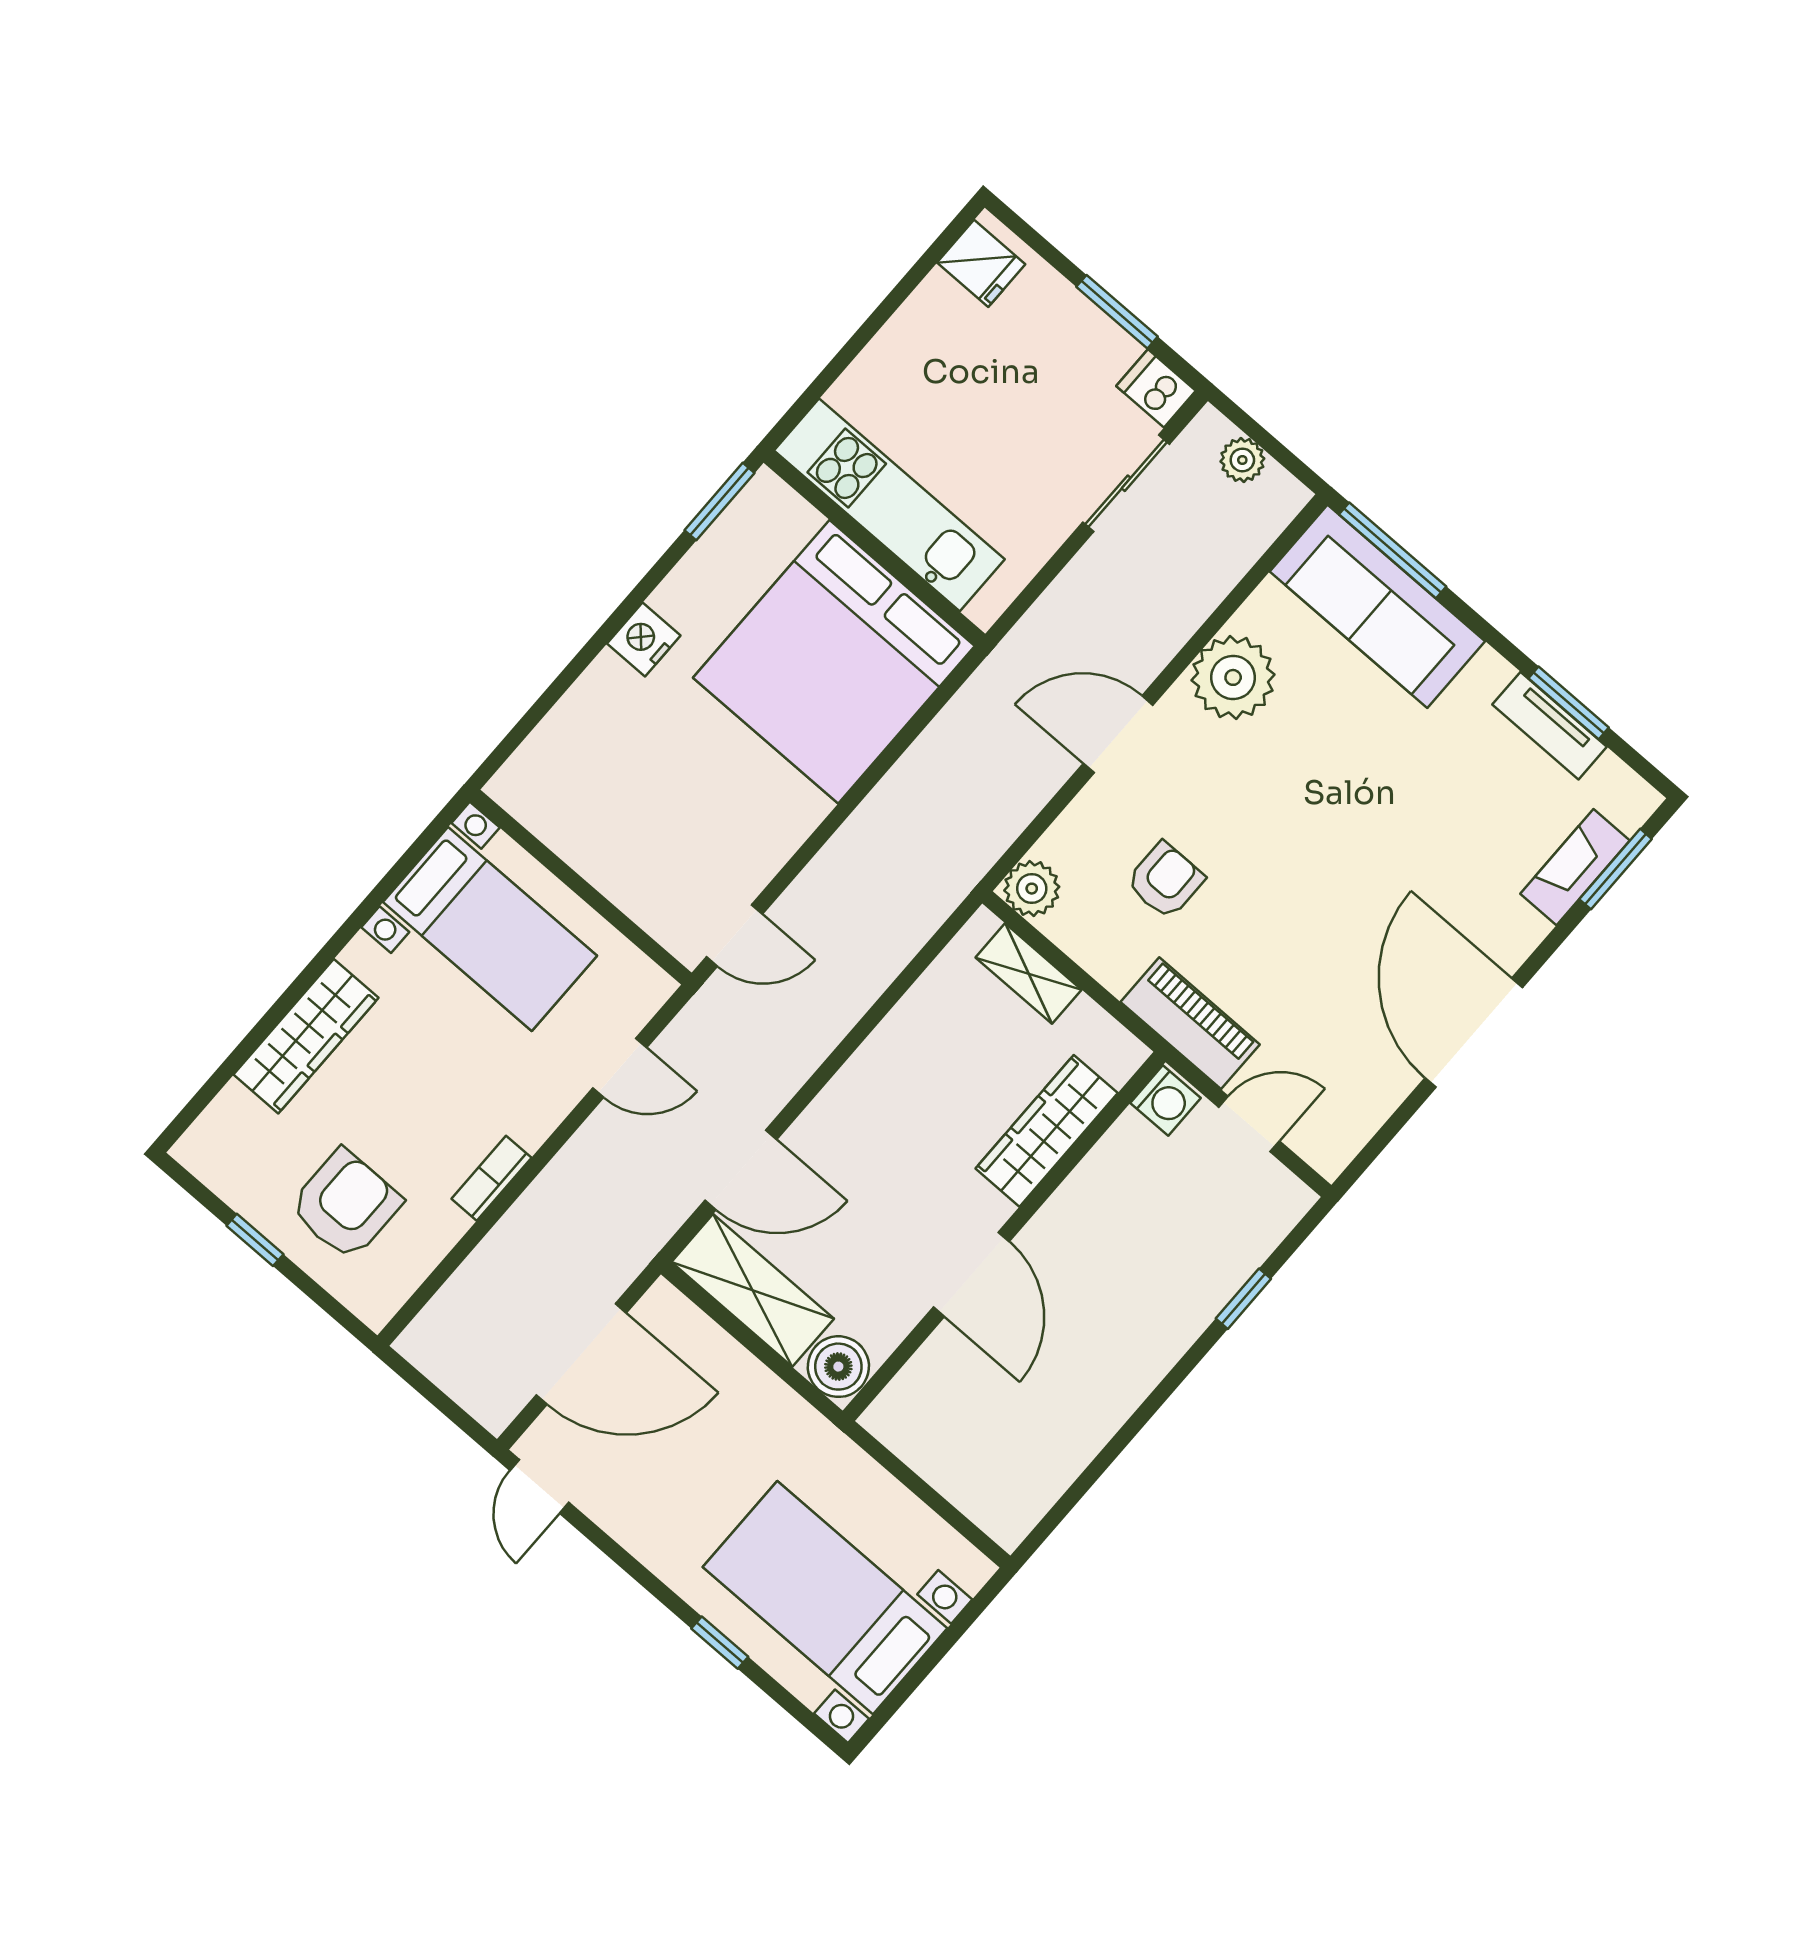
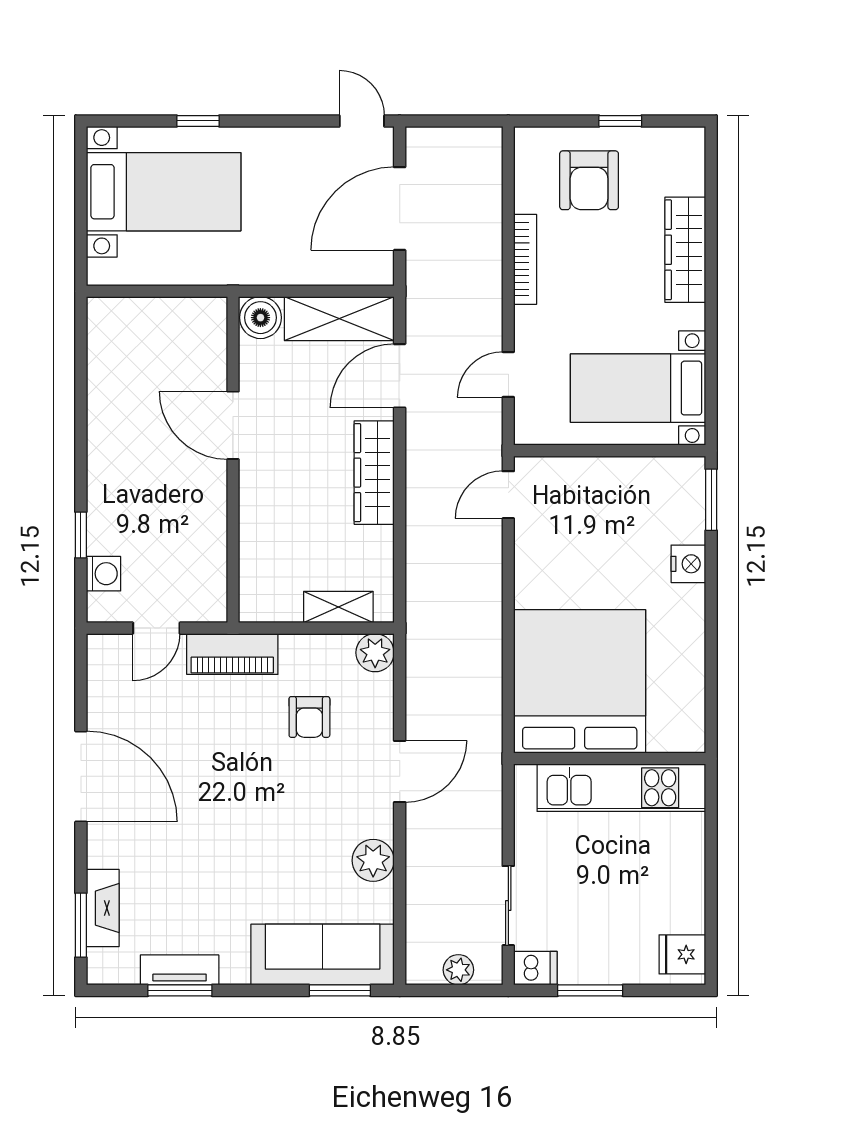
window: (719, 502) -> (711, 500), moved
window: (1393, 550) -> (340, 990), width x0.69
nightstand: (644, 639) -> (688, 564), moved
plant: (1233, 677) -> (373, 860), width x0.73, depth x0.73
washing machine: (1166, 1101) -> (103, 574), moved, turned 180
wardrobe: (1047, 1131) -> (374, 473), moved, turned 180
bookcase: (491, 1178) -> (525, 259), width x1.56

